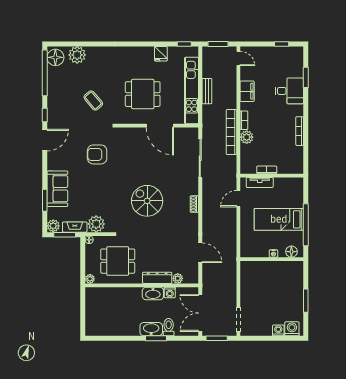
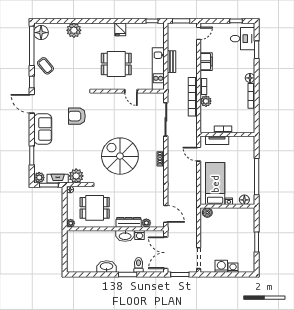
fridge: (161, 54) -> (120, 29), moved
plant: (77, 55) -> (74, 30), moved
door: (238, 58) -> (199, 33), hinge flipped
kitchen unit: (192, 90) -> (158, 69), width x0.73
desk: (289, 91) -> (243, 39), moved
coffee table: (93, 100) -> (45, 66), moved
floor lamp: (298, 110) -> (250, 78), added
door: (160, 126) -> (131, 91), width x0.53
door: (45, 140) -> (32, 104), swing flipped
sofa: (57, 189) -> (43, 129), moved
door: (238, 199) -> (199, 154), hinge flipped
spiral stairs: (147, 201) -> (120, 156), width x1.37, depth x1.37
bed: (279, 219) -> (215, 184), moved, turned 90
door: (200, 253) -> (166, 214), moved
boiler: (248, 266) -> (207, 213), added
washbasin: (151, 329) -> (107, 267), moved
washing machine: (292, 329) -> (221, 266), moved

